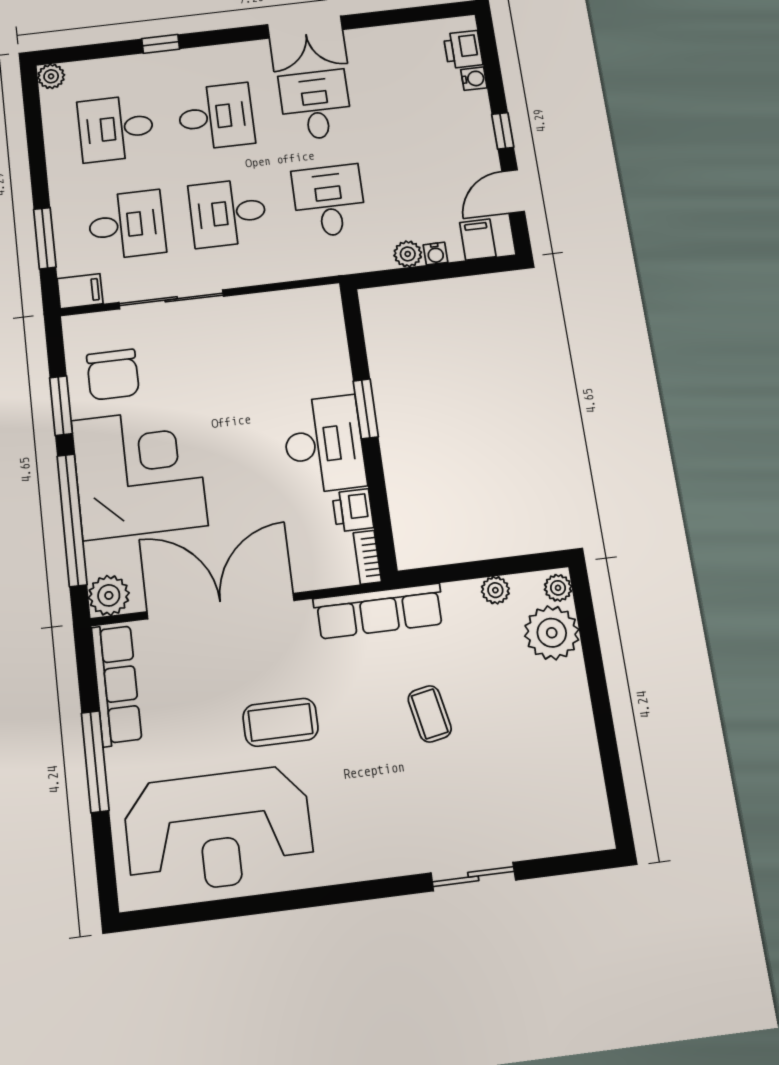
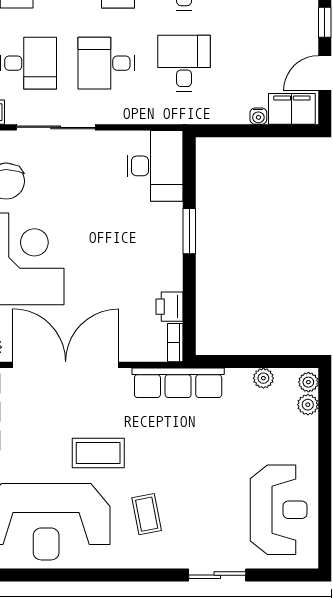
filing cabinet: (478, 240) -> (292, 109), width x2.00
plant: (408, 254) -> (238, 114), removed
desk: (324, 444) -> (155, 166), moved
plant: (552, 633) -> (308, 405), width x0.53, depth x0.53
coffee table: (430, 714) -> (147, 514), moved
reception desk: (546, 771) -> (279, 510), added

